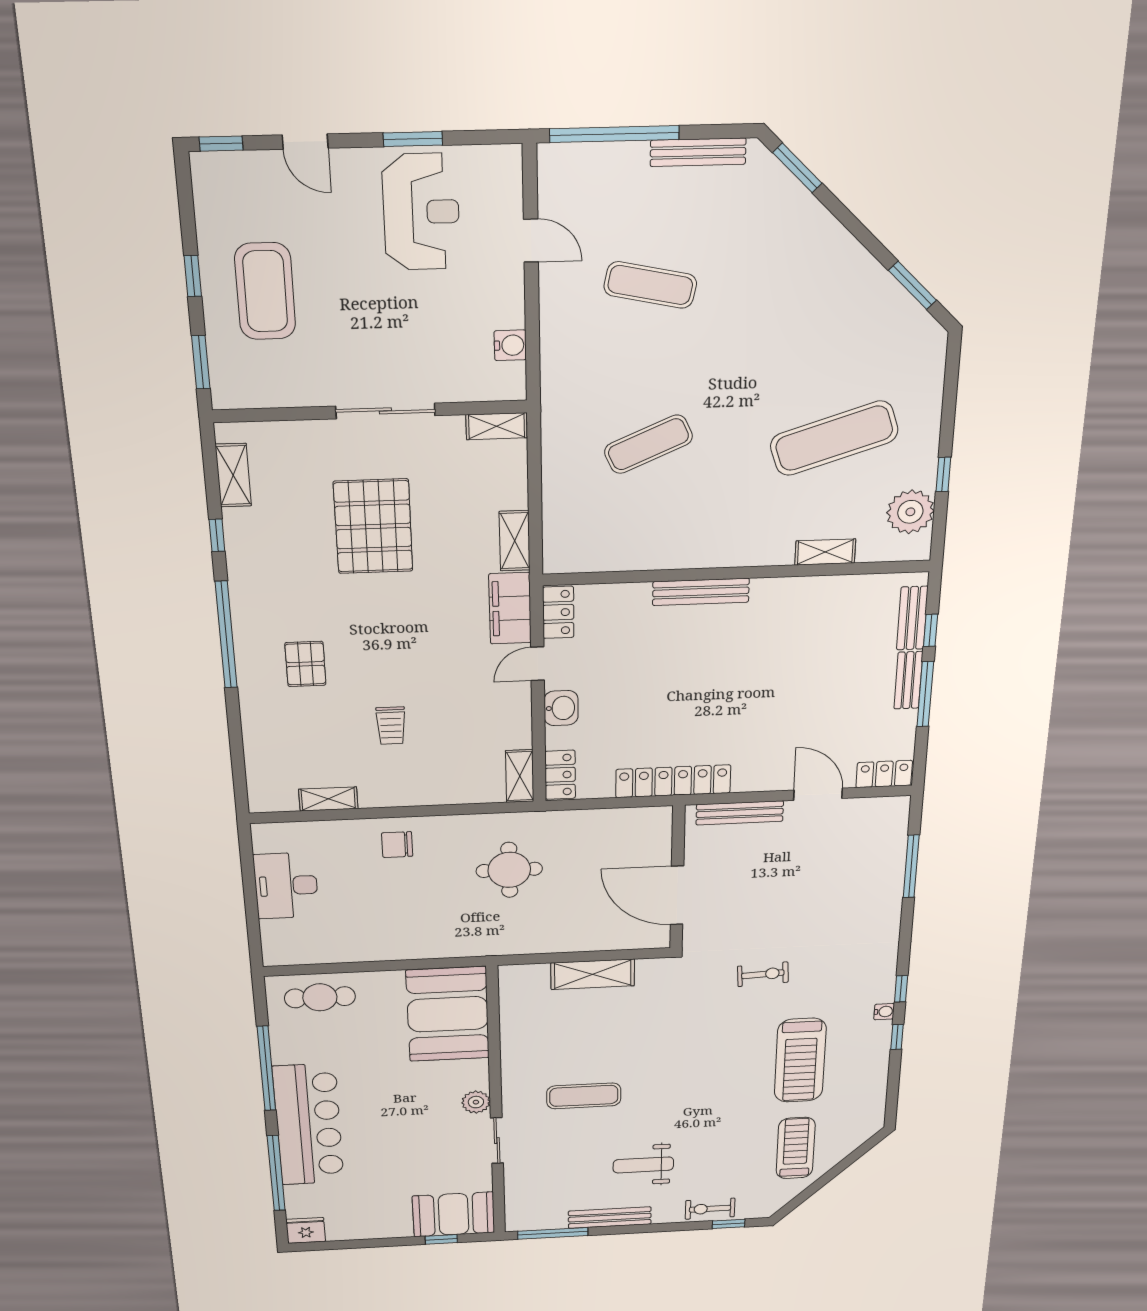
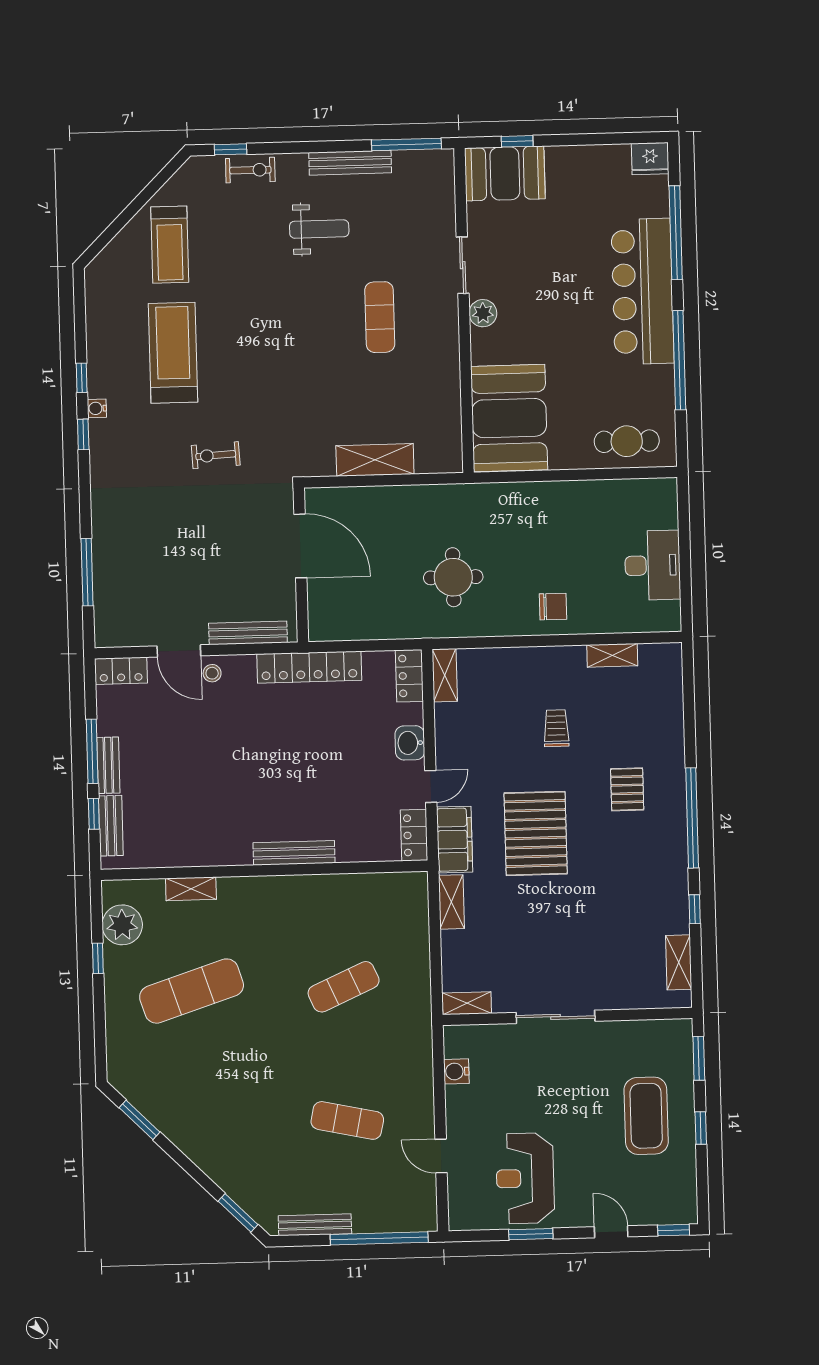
pallet: (373, 526) -> (536, 833), moved
stool: (783, 773) -> (212, 673), added
exercise mat: (584, 1096) -> (380, 317), turned 90

